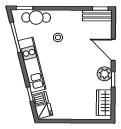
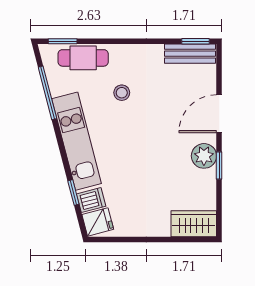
door: (113, 50) -> (219, 114), hinge flipped
wardrobe: (104, 103) -> (194, 224), moved, turned 90

